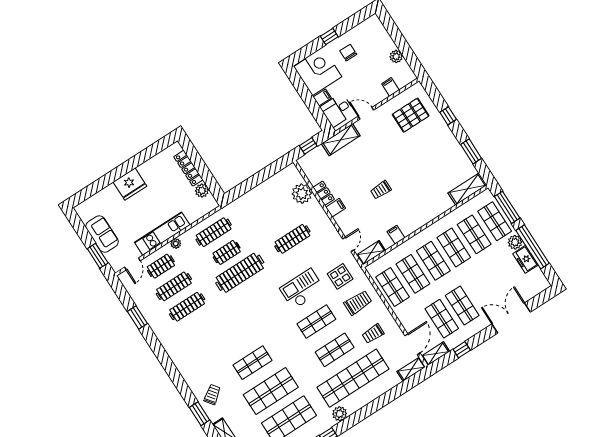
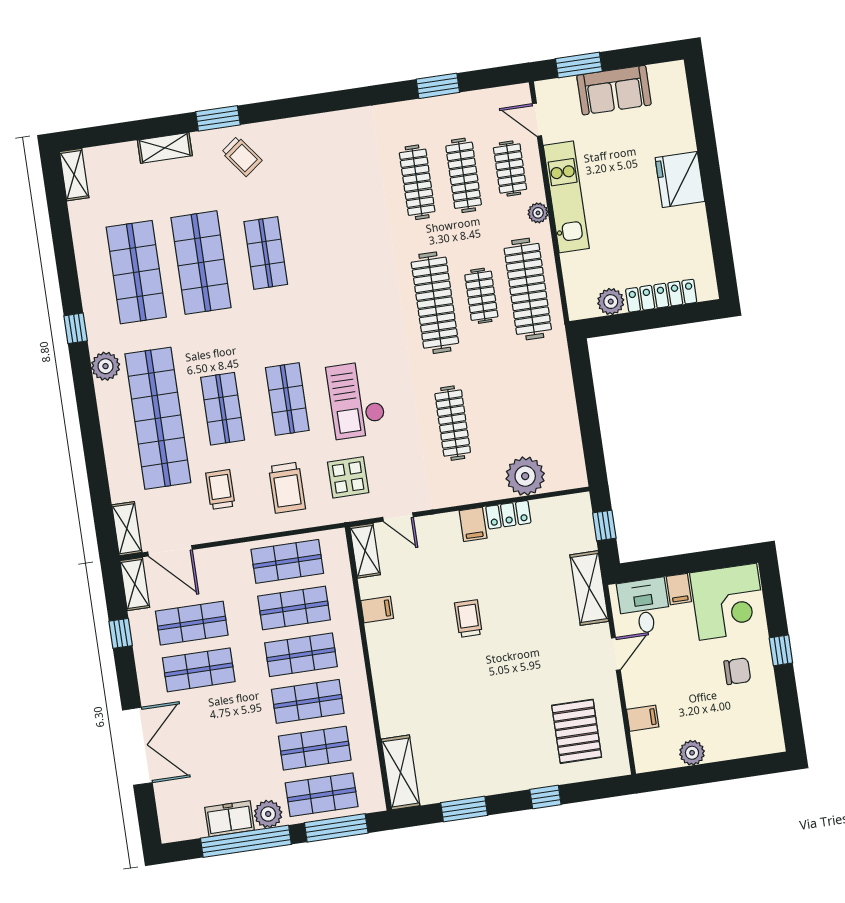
clothes rail: (214, 232) -> (528, 289), width x1.37, depth x1.31
checkout: (302, 289) -> (356, 400), turned 180

